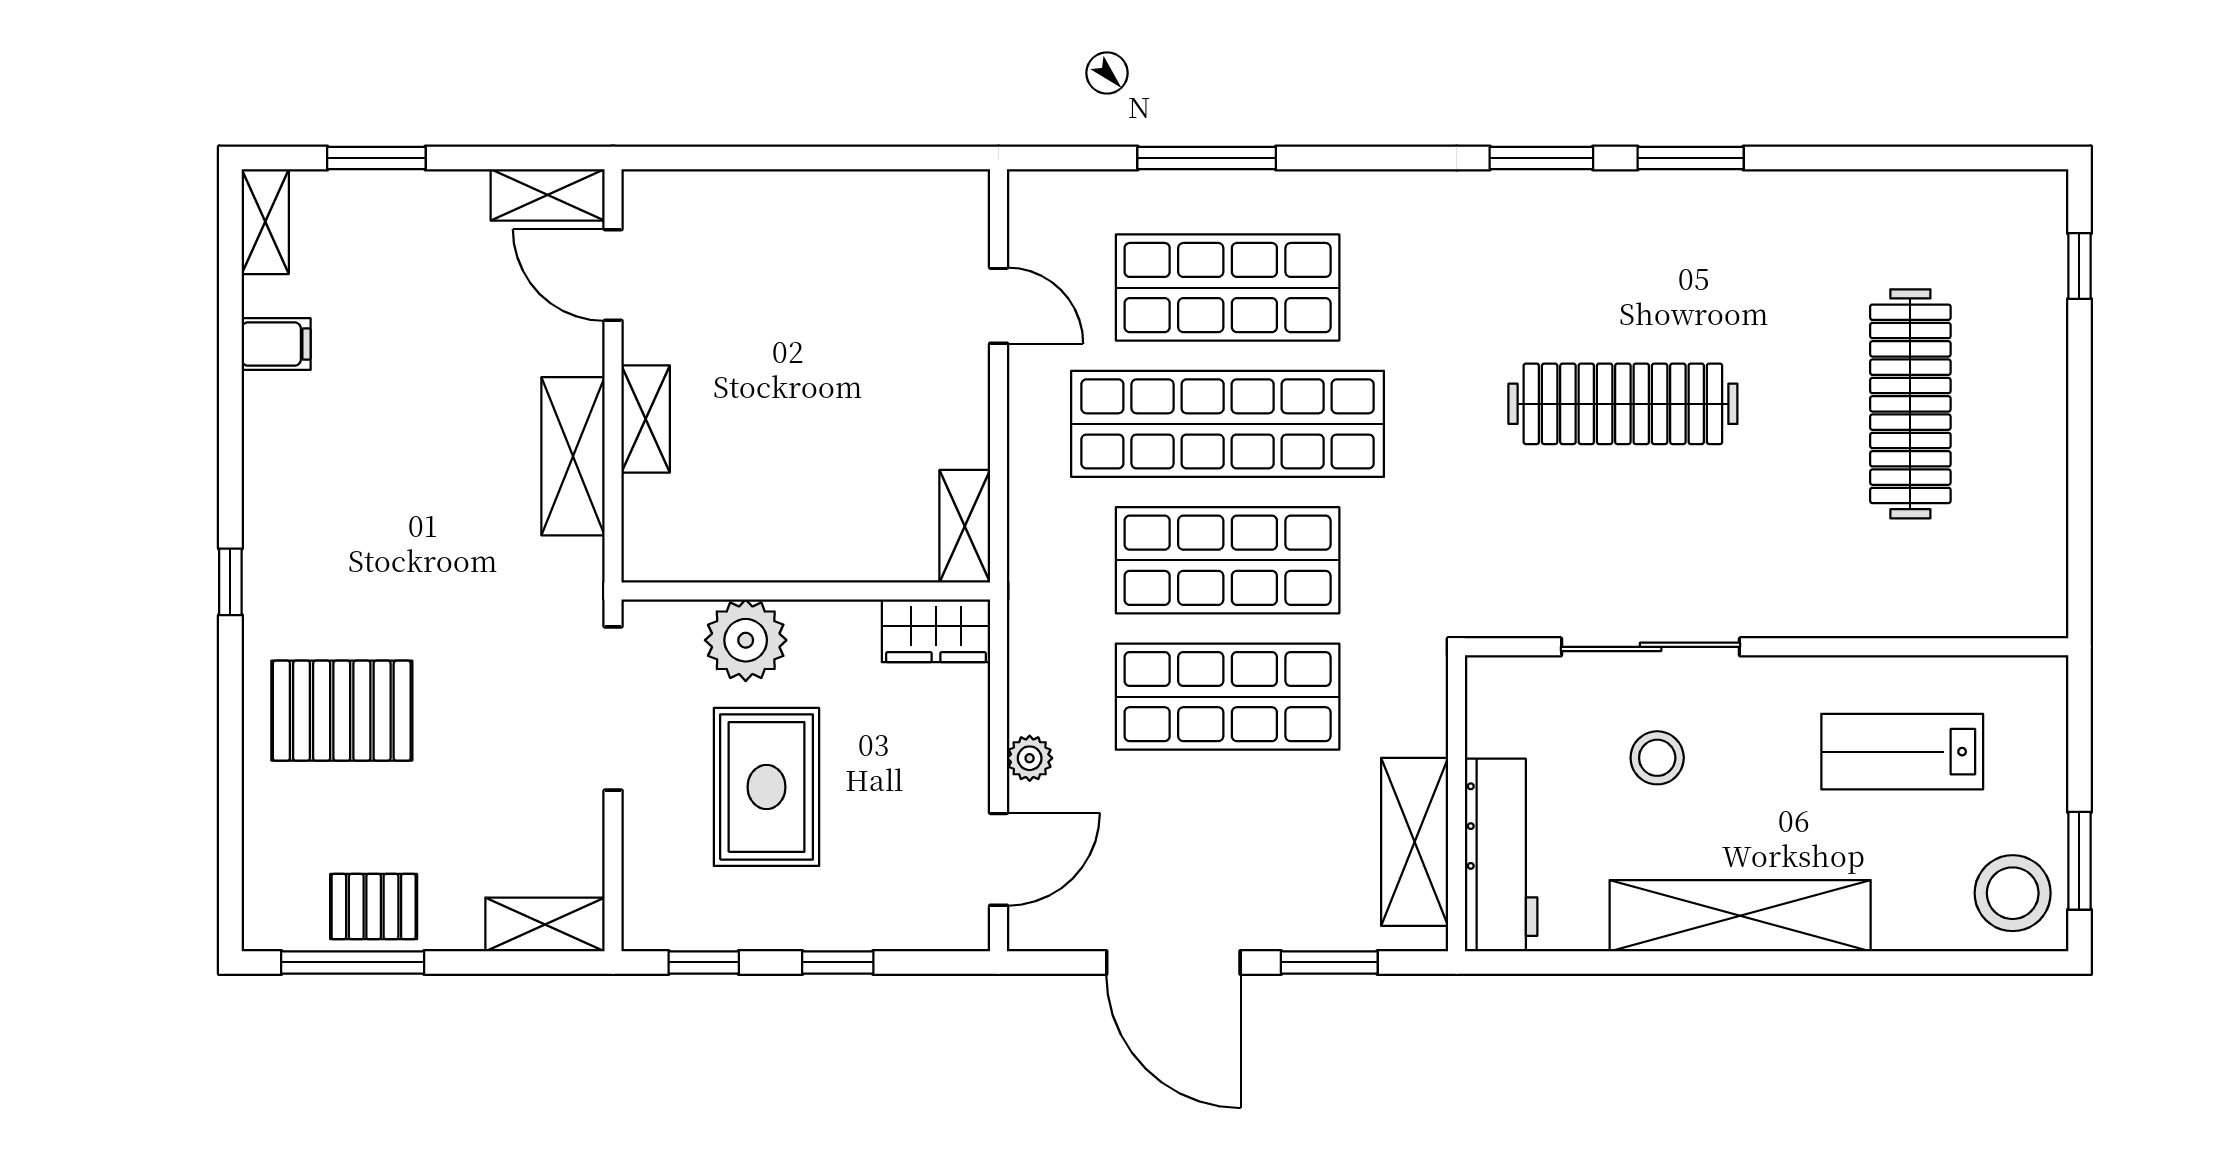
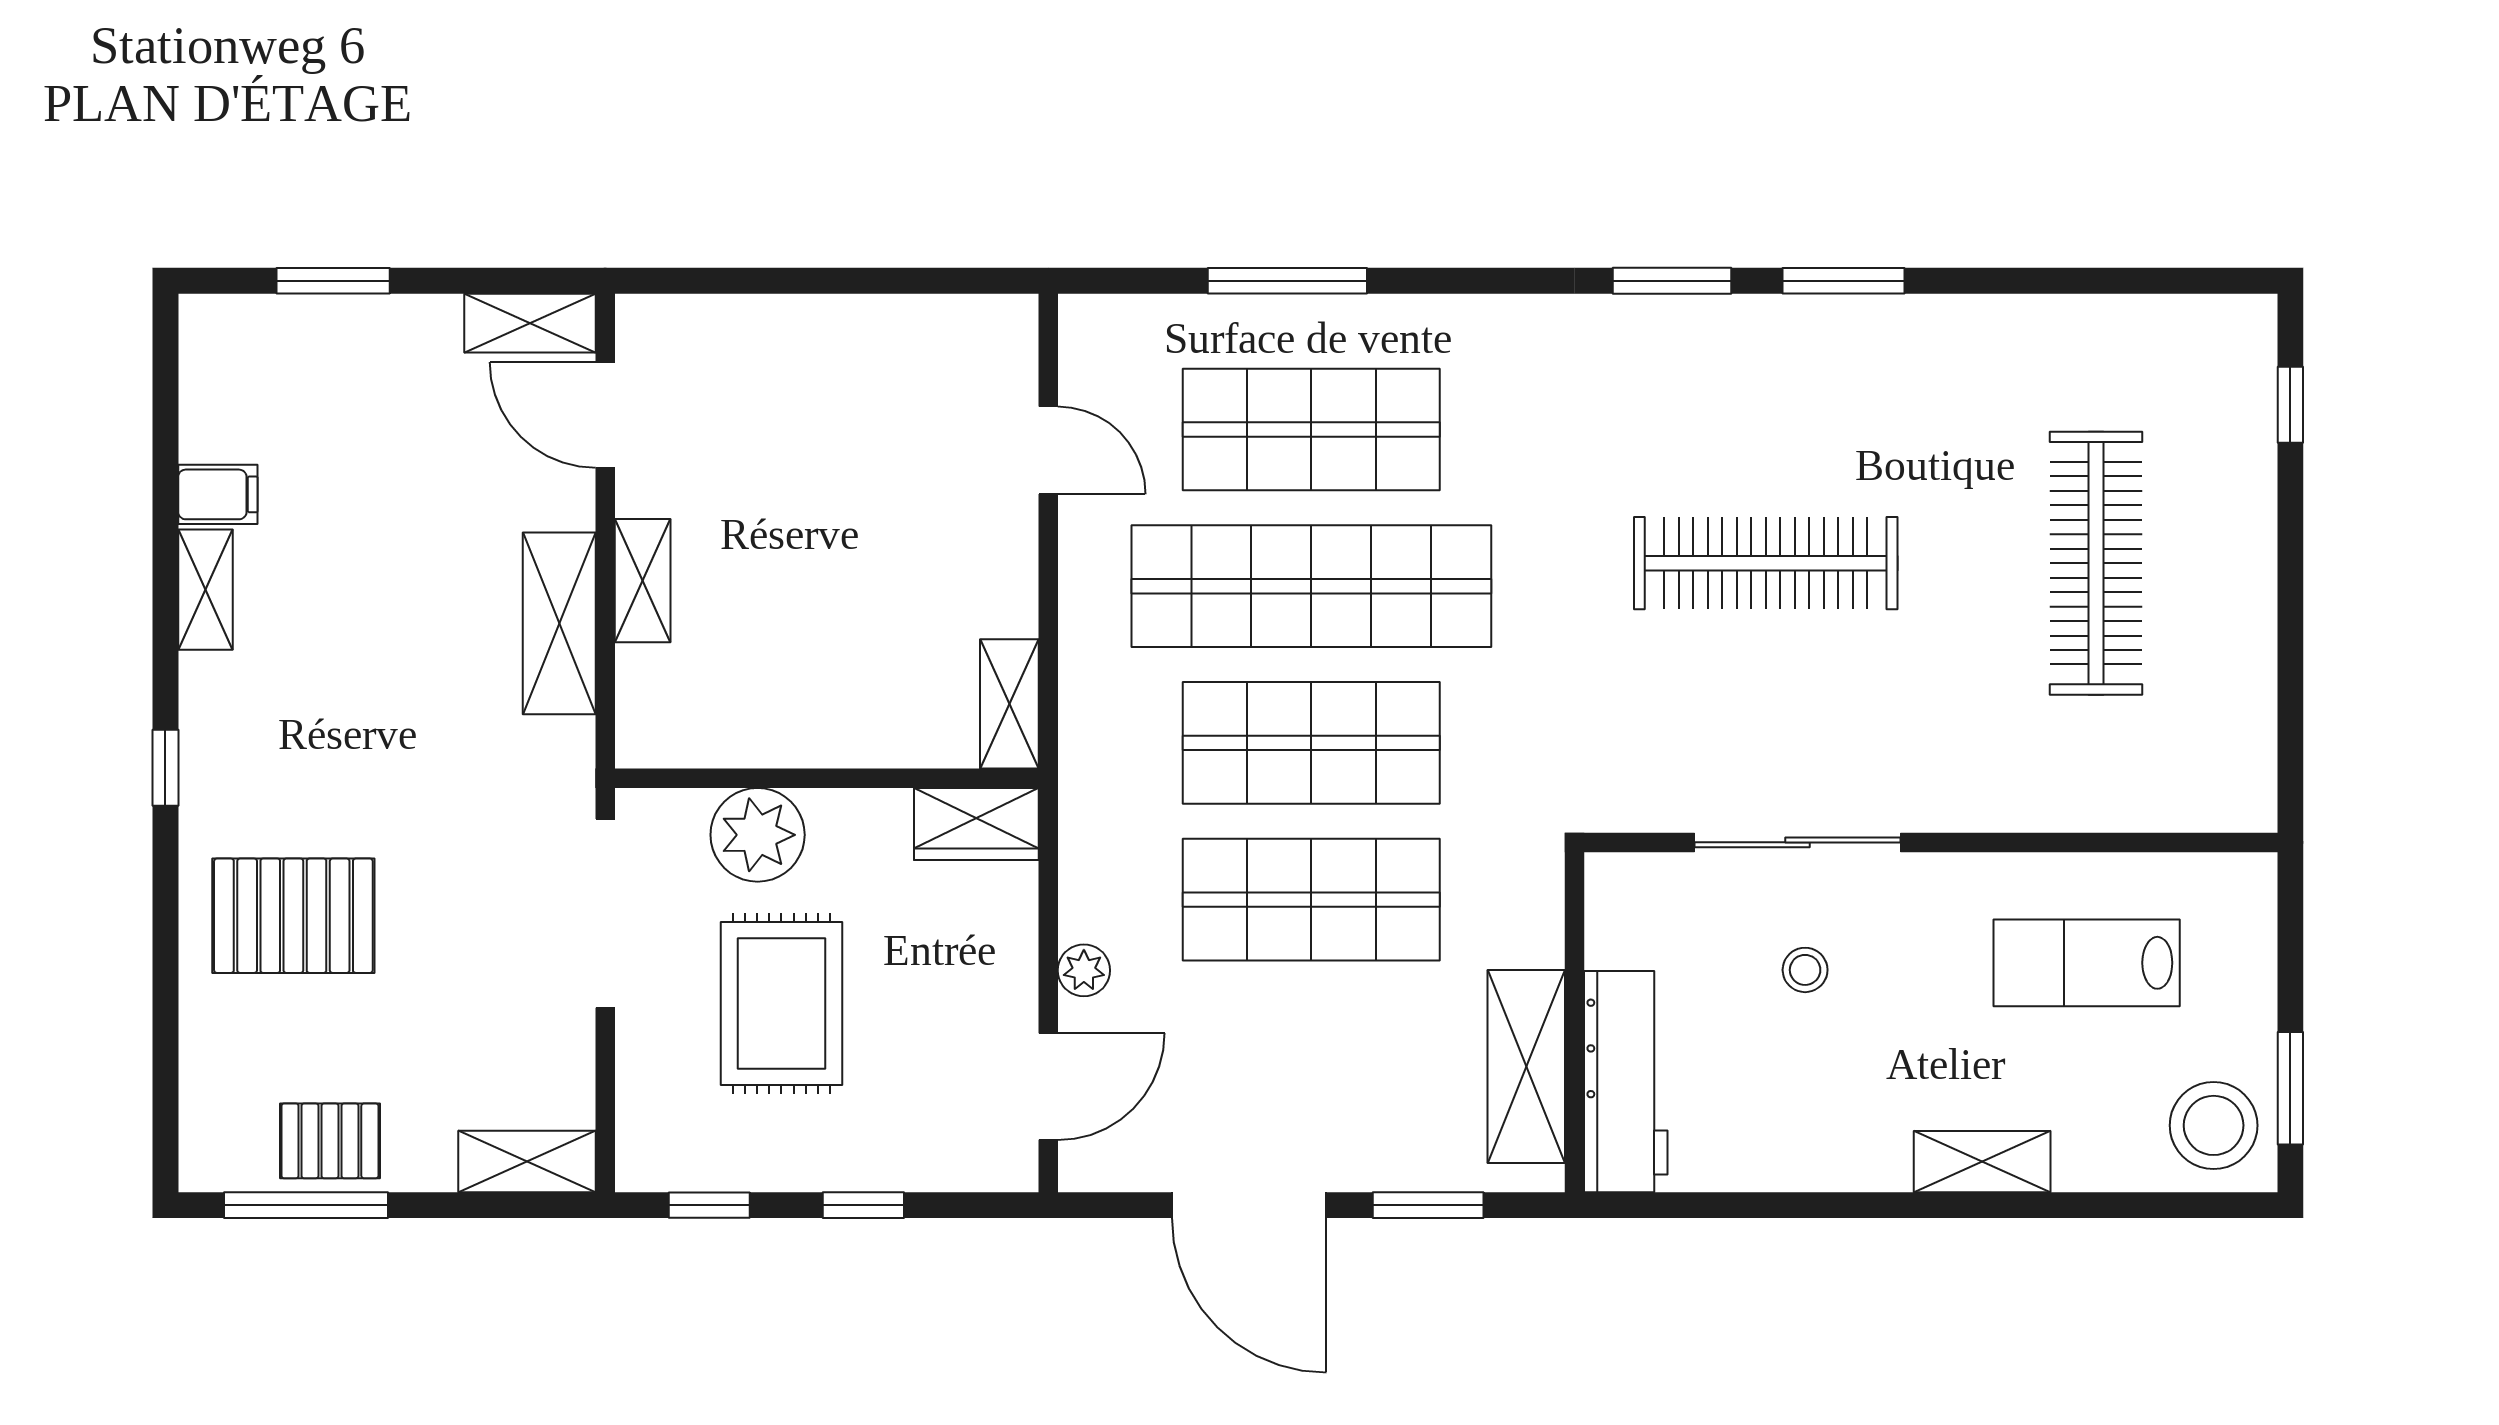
shelving: (265, 222) -> (205, 590), moved
stool: (1657, 758) -> (1805, 970), width x0.73, depth x0.73
shelving: (1740, 916) -> (1982, 1162), width x0.45, depth x0.75

